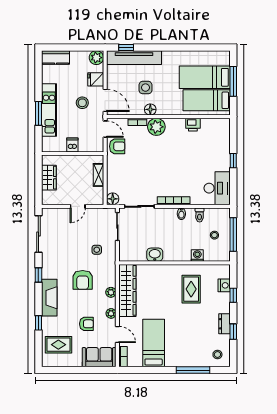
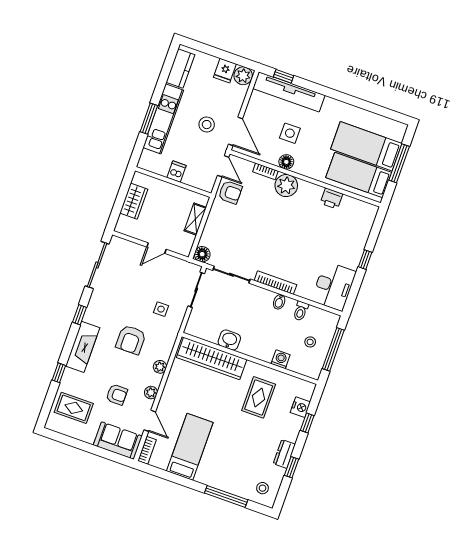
kitchen counter: (55, 58) -> (180, 69), moved, turned -90
fridge: (96, 79) -> (225, 71), moved, turned -90
wardrobe: (127, 290) -> (212, 358), moved, turned 90

